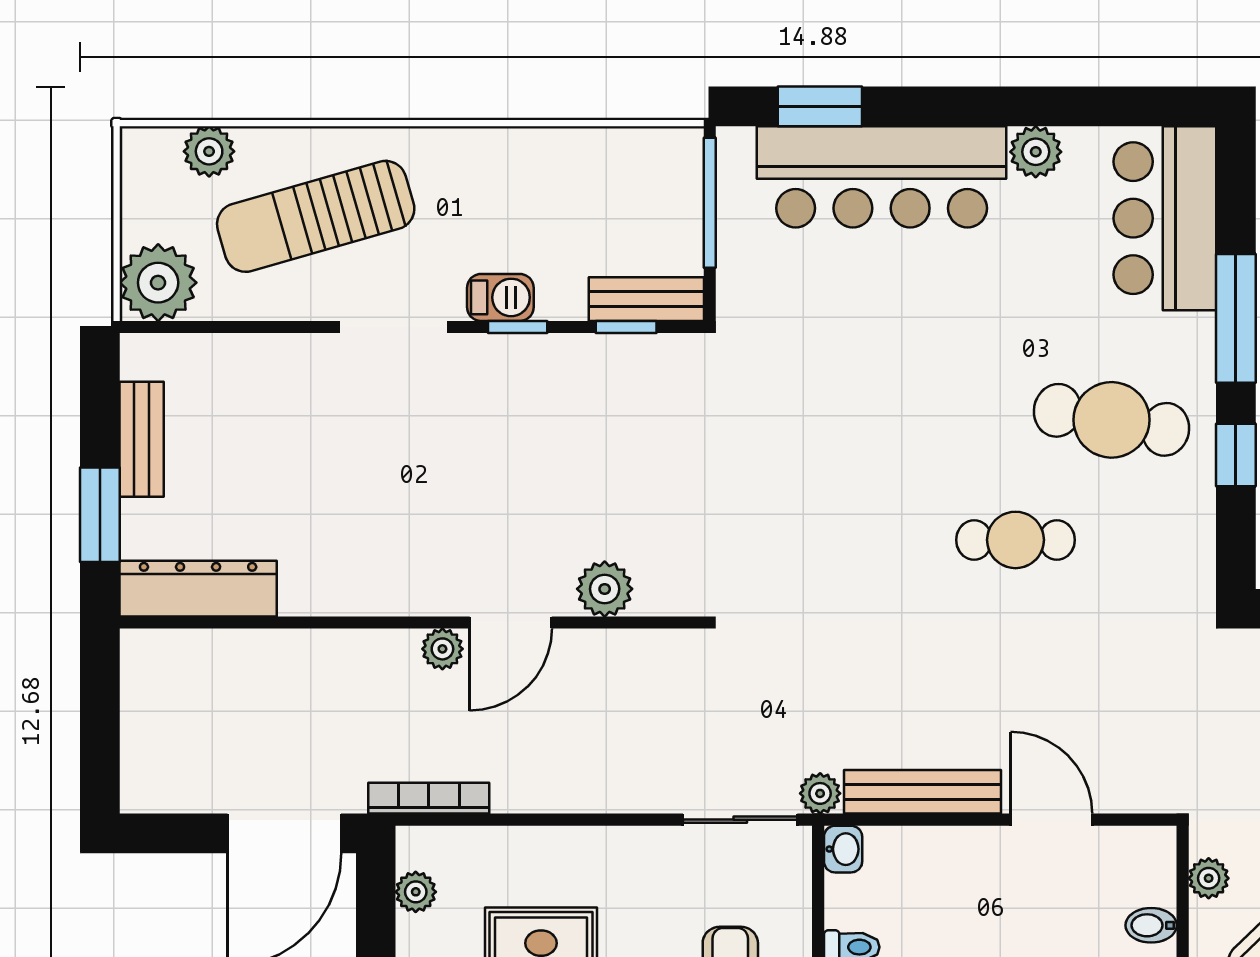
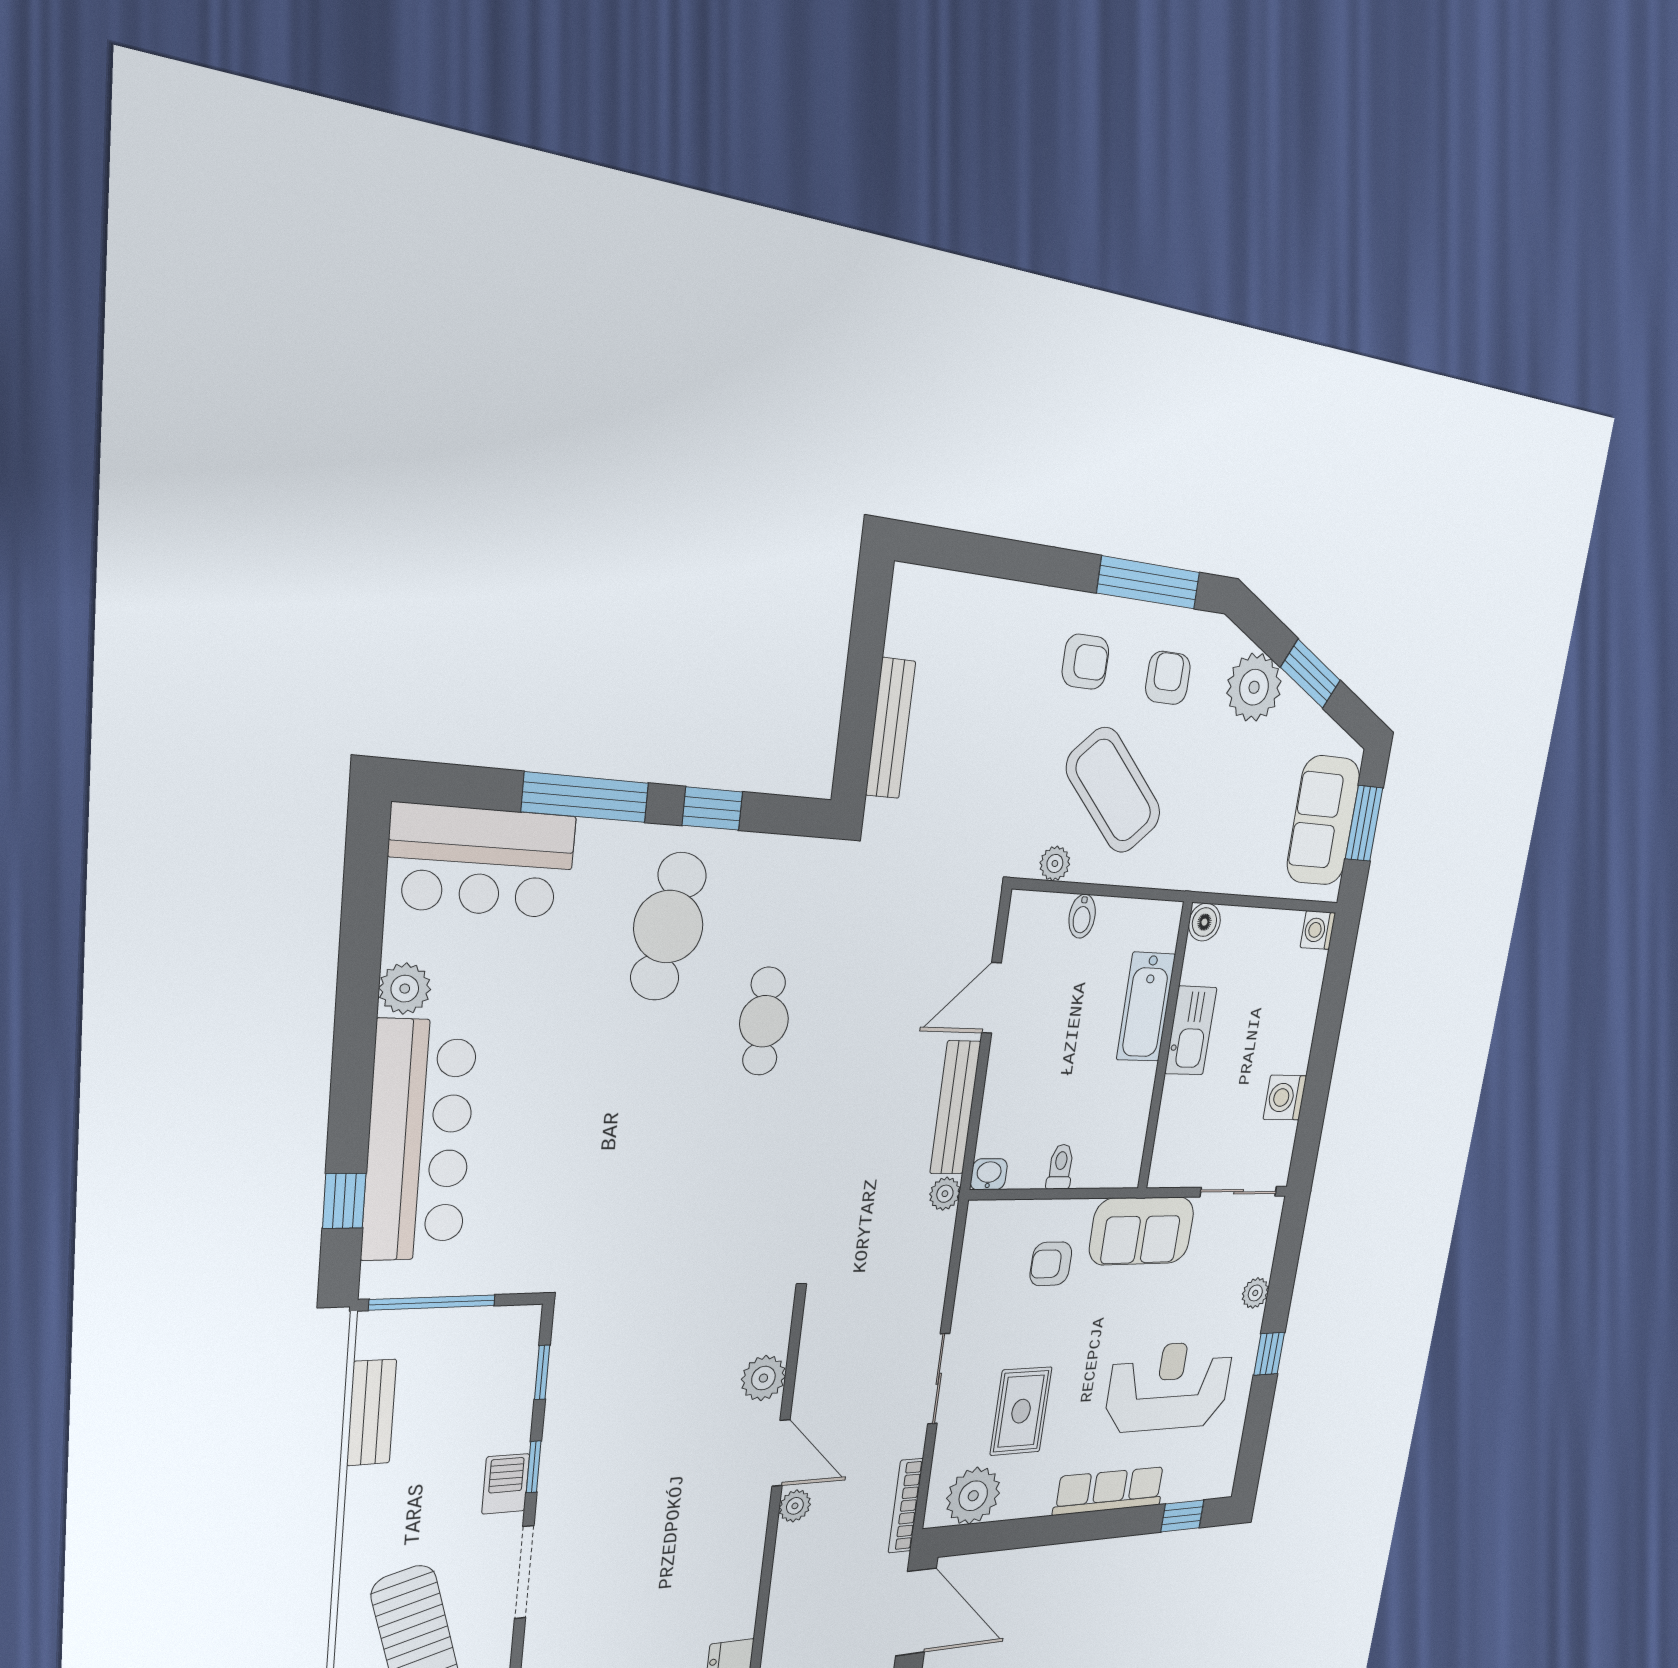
window: (820, 106) -> (344, 1201), width x0.67
bench: (646, 299) -> (372, 1412), moved
sliding door: (740, 820) -> (939, 1379), moved
plant: (416, 892) -> (973, 1496), width x1.88, depth x1.88

